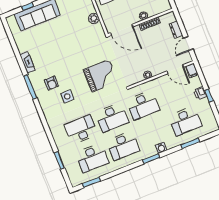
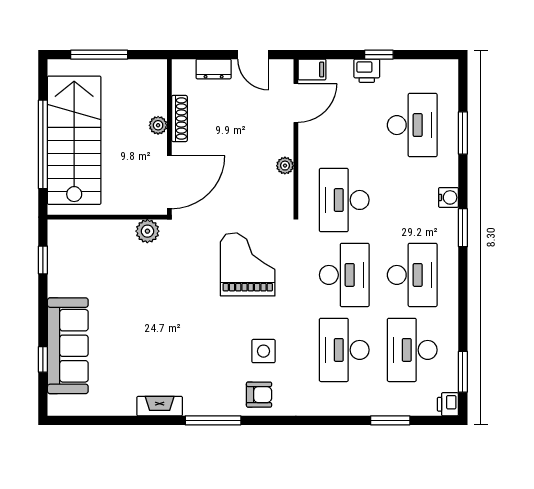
plant: (94, 18) -> (147, 231), moved
armchair: (51, 83) -> (259, 395), moved
desk: (143, 105) -> (344, 200), turned 180
desk: (92, 158) -> (412, 350), turned 180
printer: (75, 181) -> (448, 404), added

